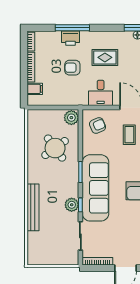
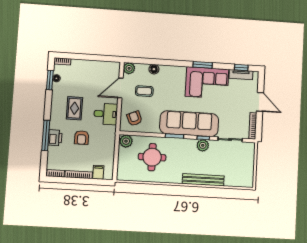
round table: (55, 148) -> (152, 157), turned 36

